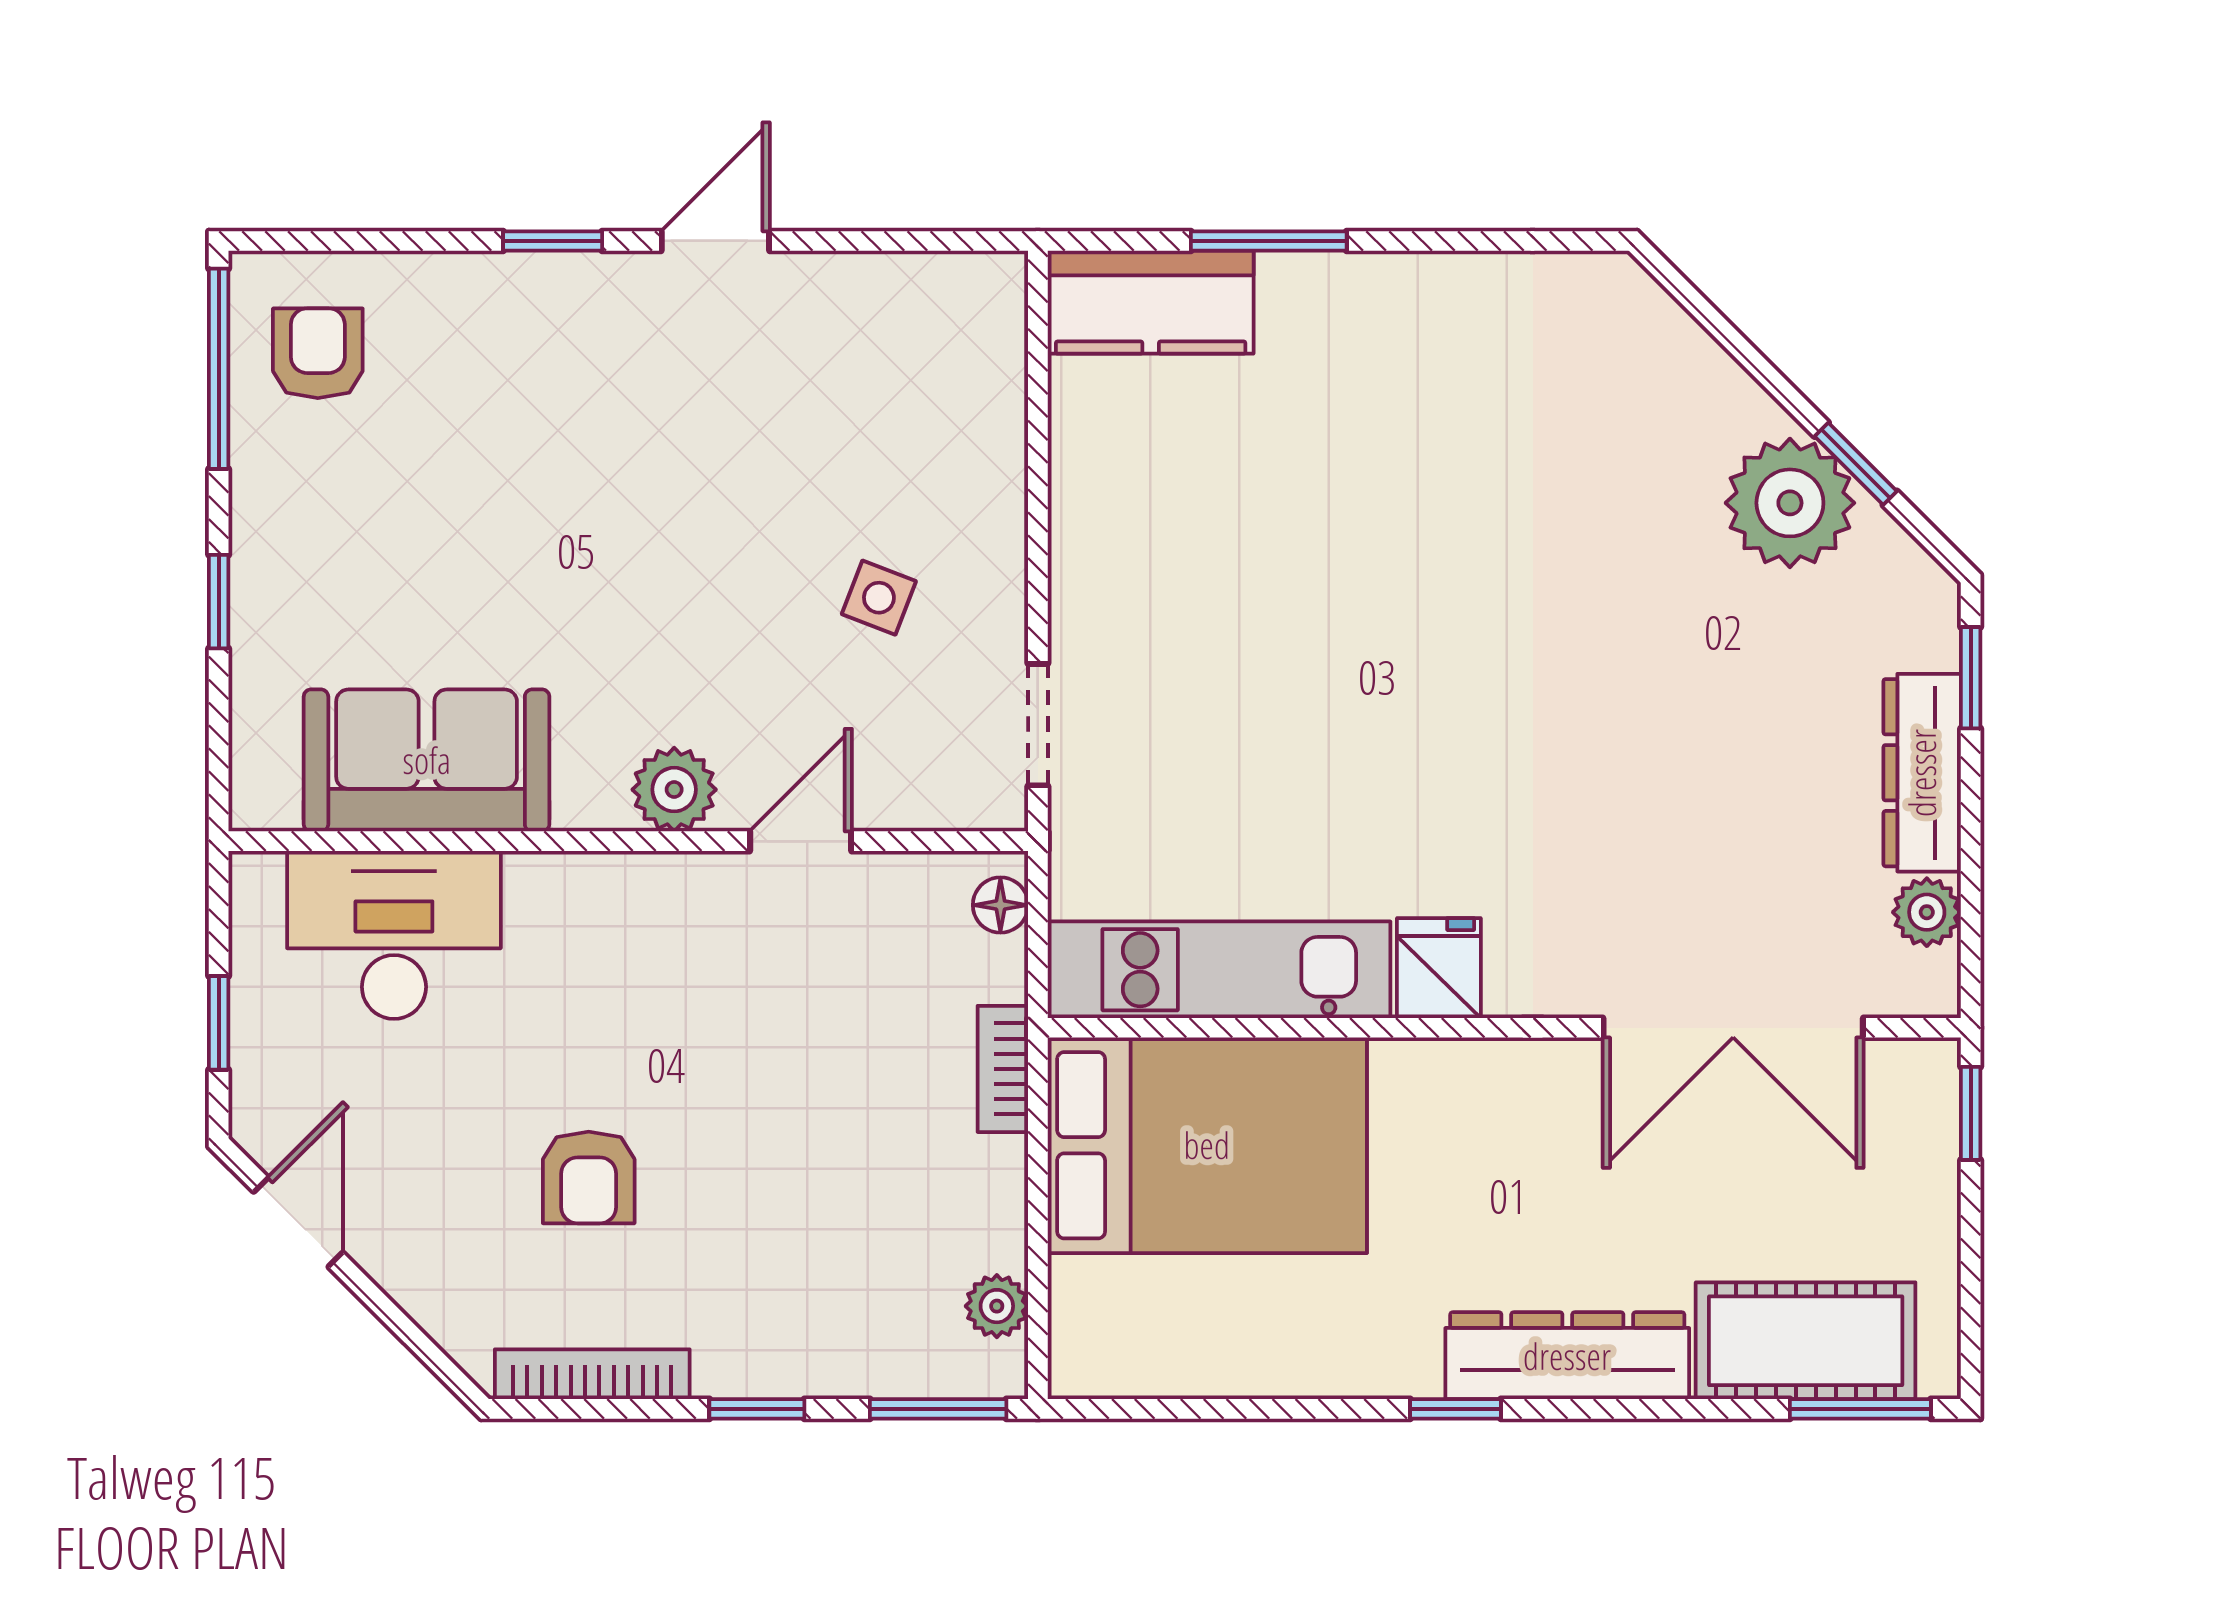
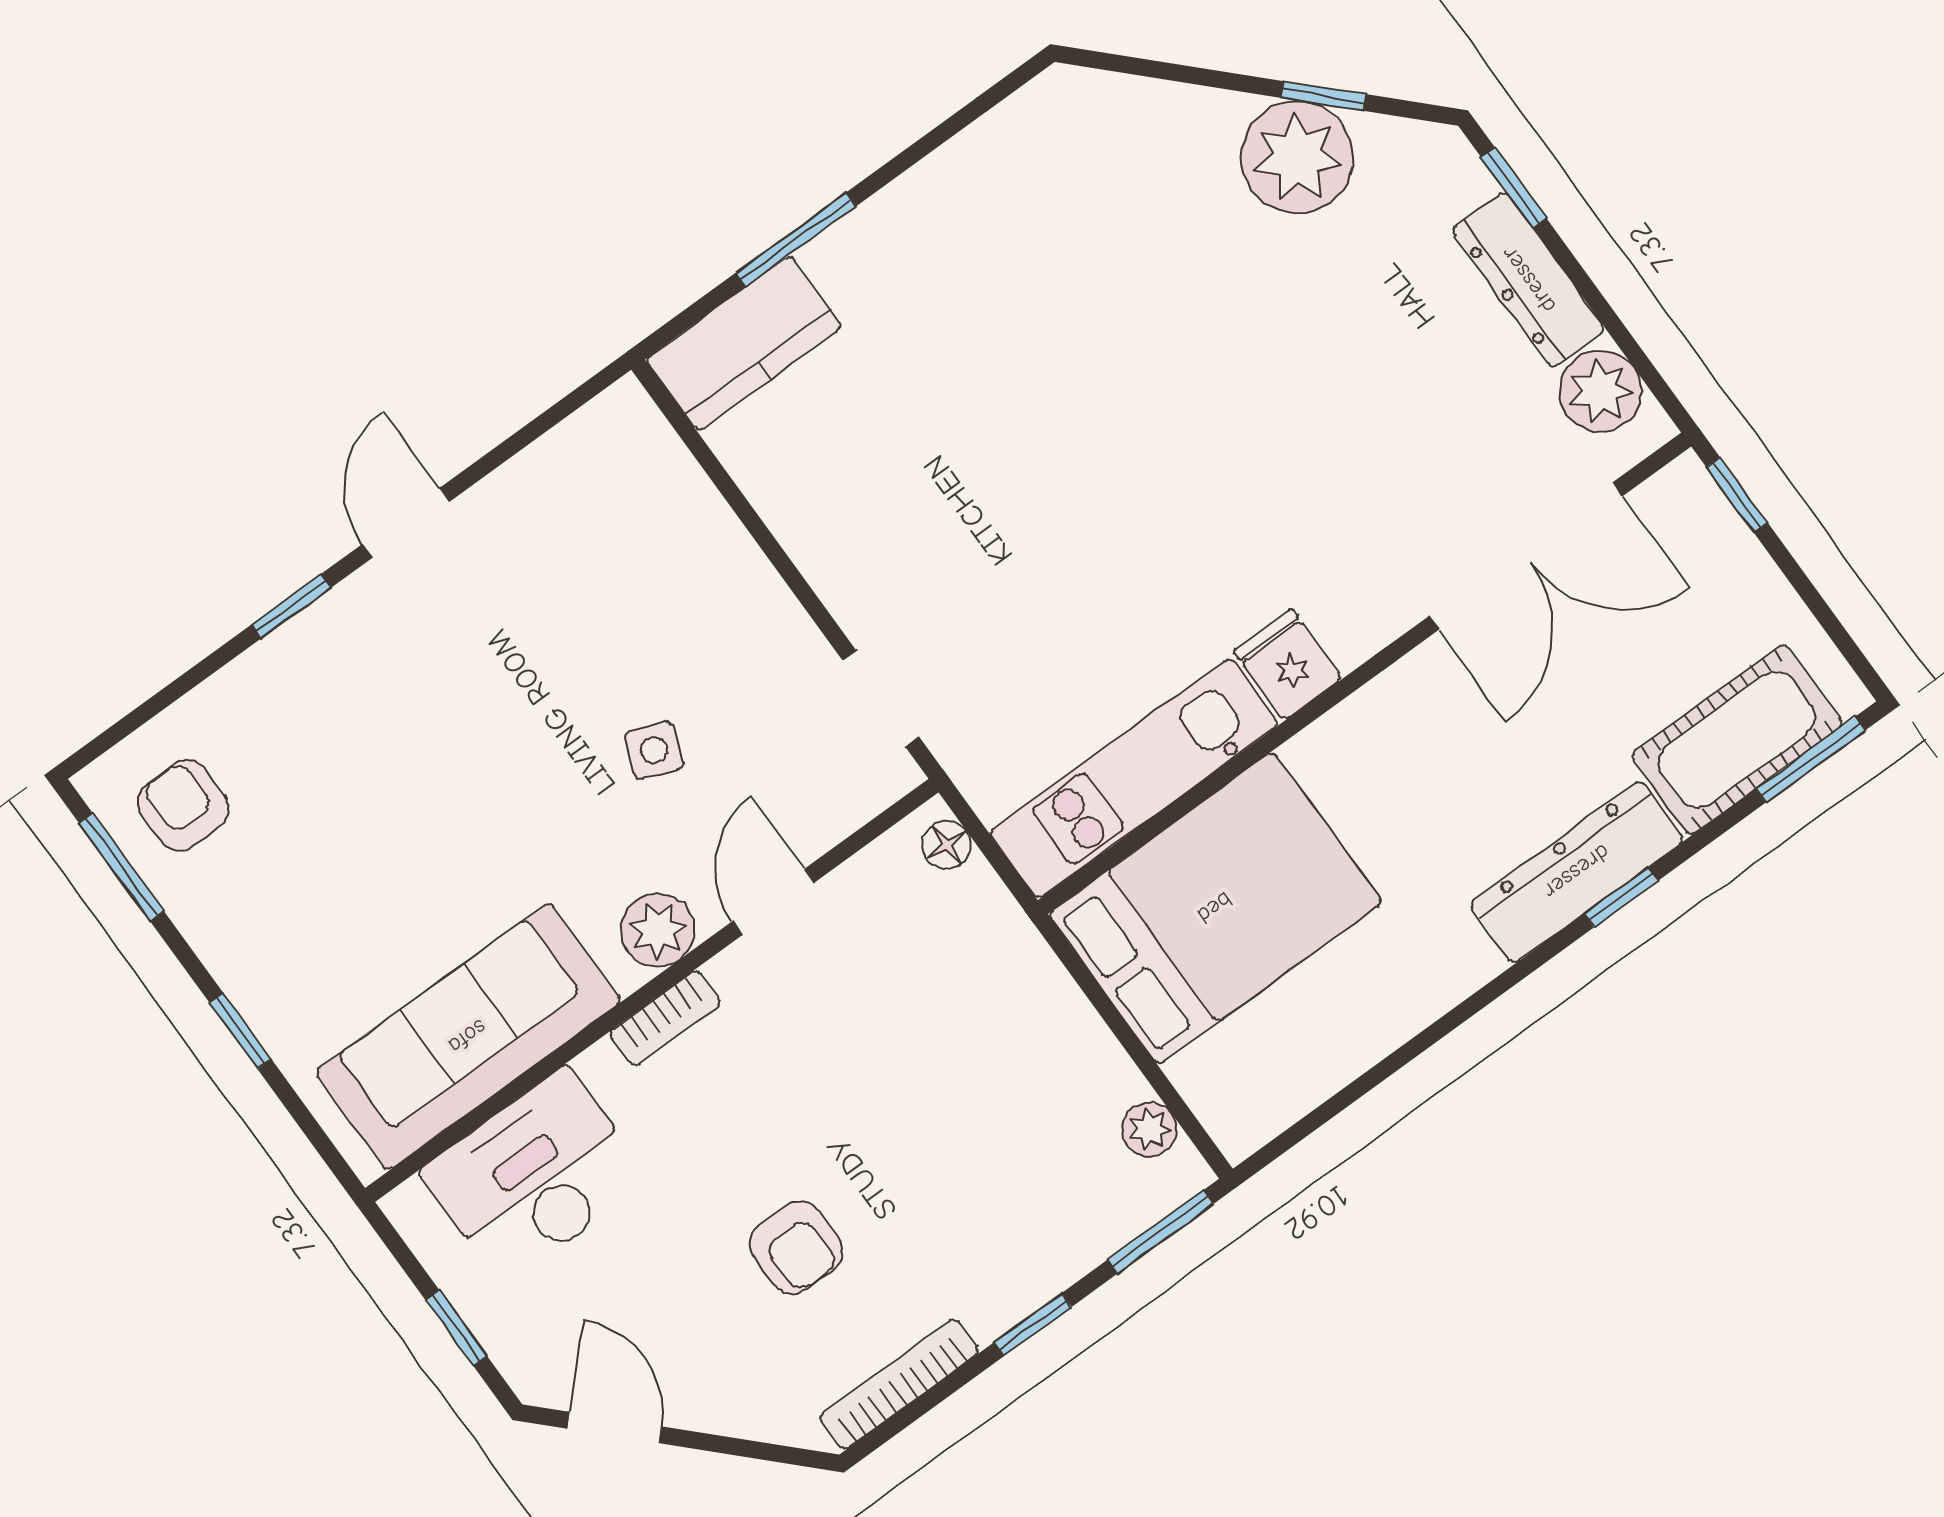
window: (219, 369) -> (121, 867), width x0.69
side table: (879, 598) -> (654, 750), moved
sofa: (427, 760) -> (468, 1037), width x1.36
plant: (1927, 912) -> (1601, 391), width x1.38, depth x1.38
bookcase: (1003, 1069) -> (665, 1018), moved, turned -90
window: (1456, 1409) -> (1621, 897), moved

